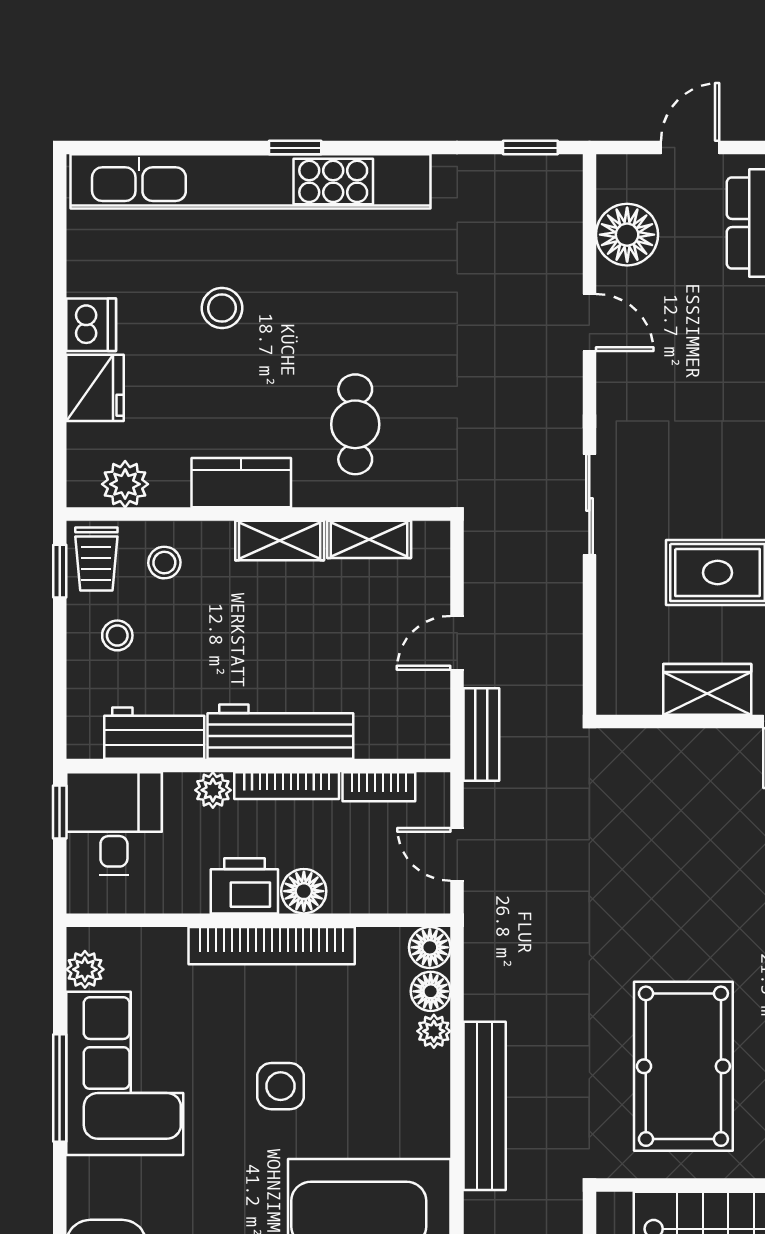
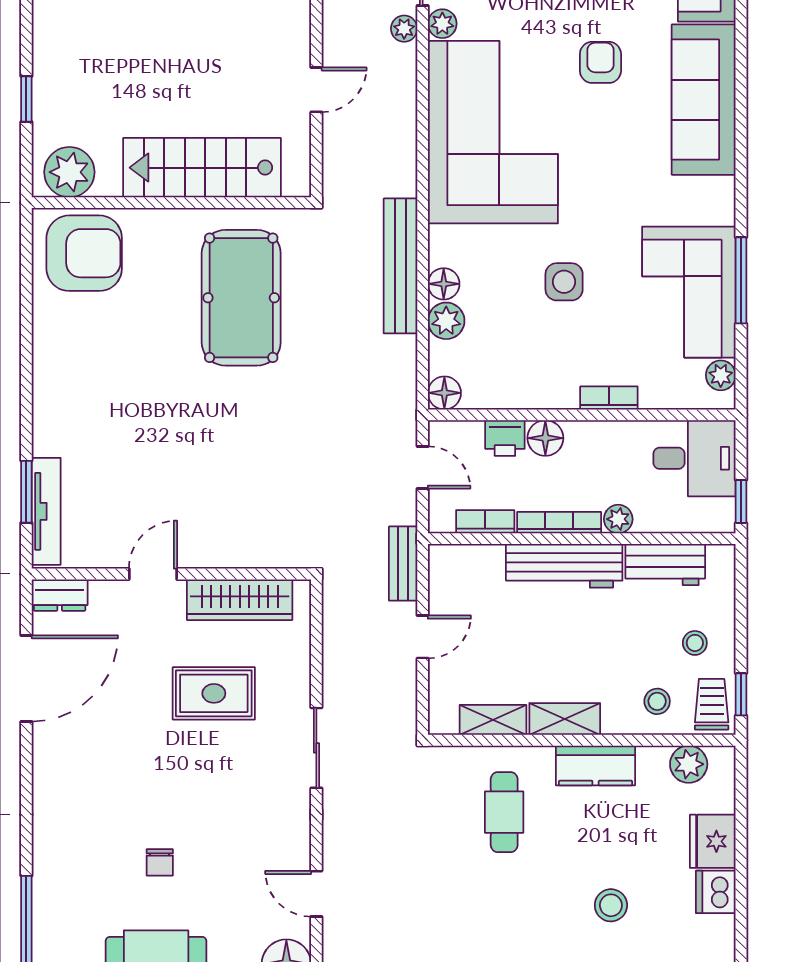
wardrobe: (707, 689) -> (240, 600), width x1.50
desk: (114, 824) -> (694, 458), moved, turned -90
printer: (244, 886) -> (505, 438), moved, width x0.73, depth x0.81
bookcase: (272, 946) -> (609, 398), width x0.43, depth x0.76
floor lamp: (431, 991) -> (444, 284), moved
plant: (434, 1031) -> (446, 321), width x1.38, depth x1.38

